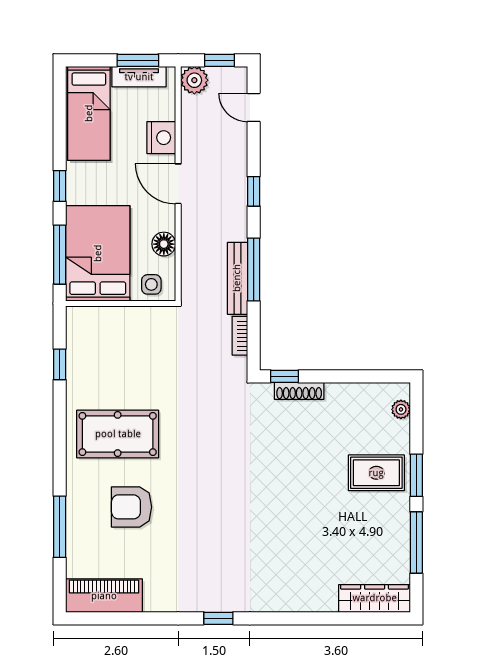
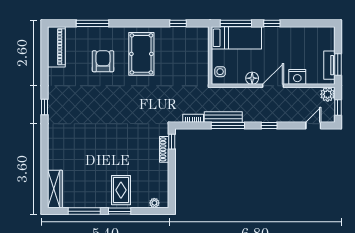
bed: (89, 113) -> (310, 39), removed
floor lamp: (164, 244) -> (252, 78), moved
bed: (98, 253) -> (236, 38), width x0.67

